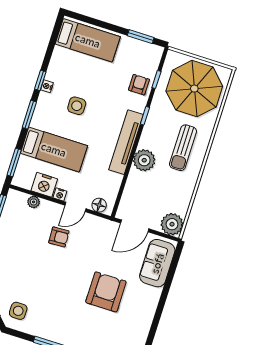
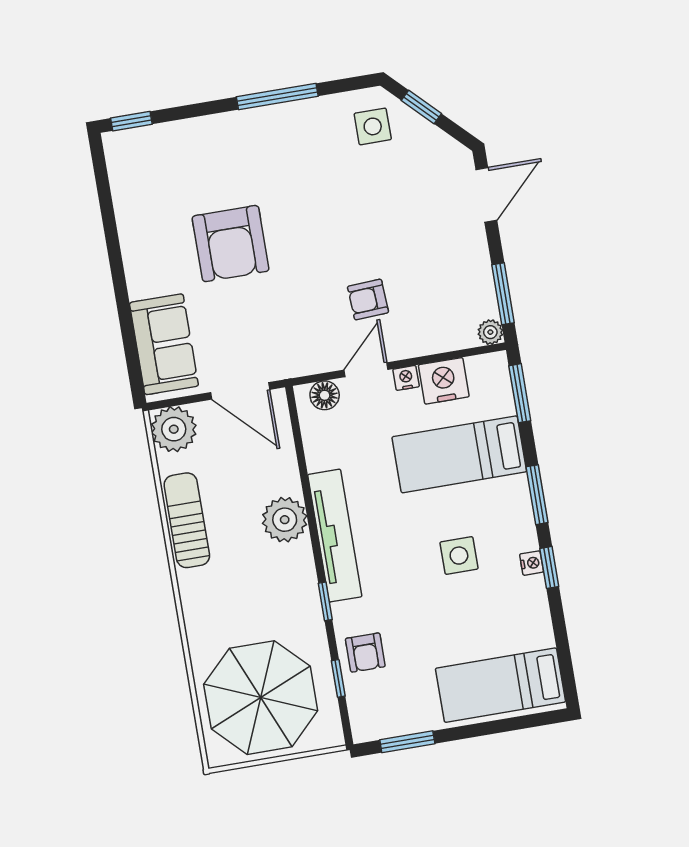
sun lounger: (183, 148) -> (187, 520), moved
plant: (34, 202) -> (490, 332), moved
door: (135, 226) -> (240, 391), swing flipped

